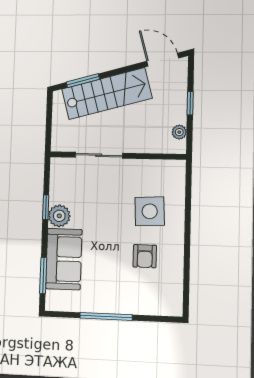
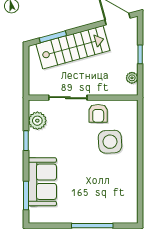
plant: (59, 216) -> (37, 121), moved
armchair: (145, 256) -> (98, 113), moved
window: (106, 316) -> (92, 226), moved

